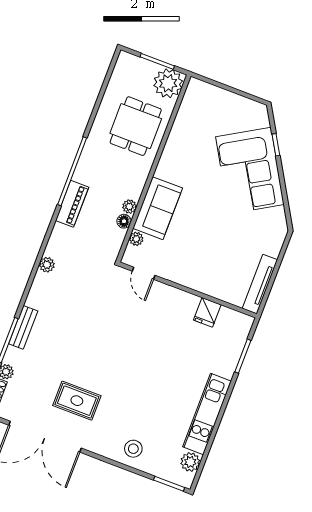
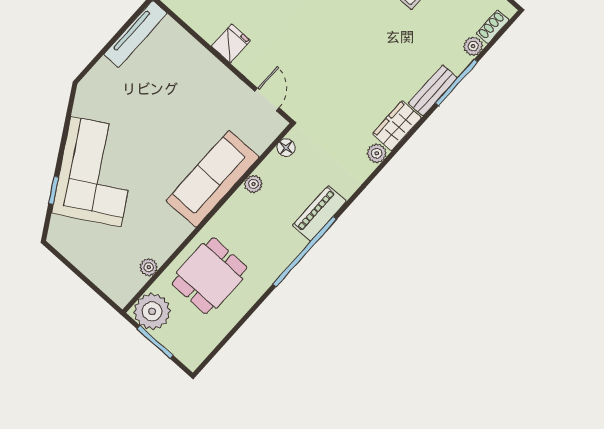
sofa: (158, 208) -> (213, 179), width x1.36
floor lamp: (124, 221) -> (286, 148), moved
plant: (136, 239) -> (149, 267), moved
wardrobe: (40, 291) -> (397, 126), added
fridge: (207, 312) -> (231, 43), moved

